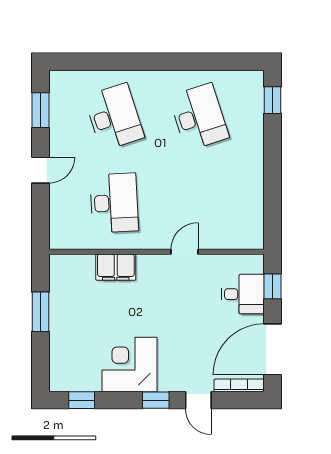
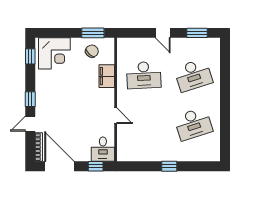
window: (272, 100) -> (169, 166), moved
chair: (72, 293) -> (92, 51), added
desk: (243, 294) -> (103, 149), moved
window: (41, 312) -> (93, 33), moved
corner desk: (130, 364) -> (54, 53), moved, turned 90

